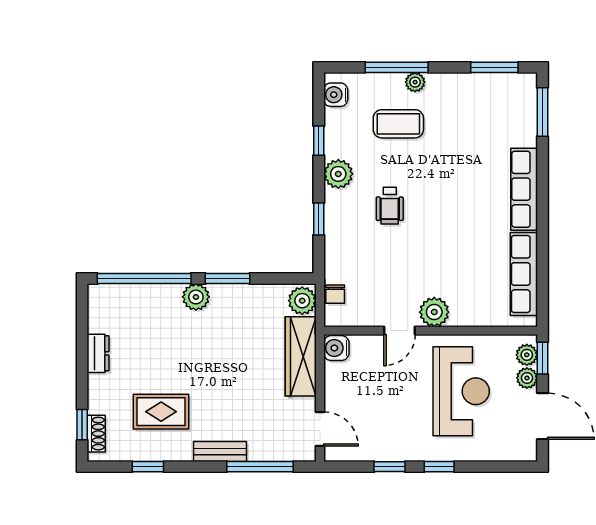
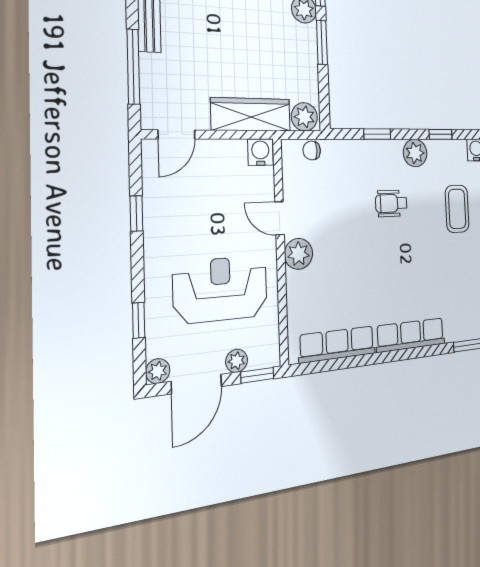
plant: (527, 355) -> (158, 371), moved
reception desk: (461, 391) -> (221, 289), turned 180
window: (439, 467) -> (139, 320), moved

